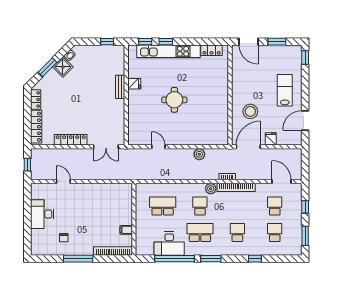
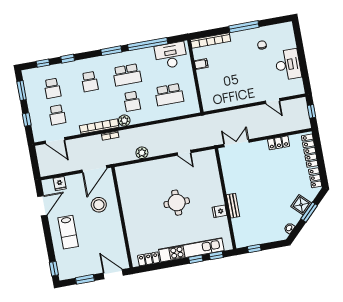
shower: (63, 67) -> (301, 205), moved
fridge: (271, 139) -> (60, 184), moved
locker: (71, 140) -> (279, 143), width x0.66
desk: (169, 244) -> (171, 55), moved
window: (279, 259) -> (43, 63), added

